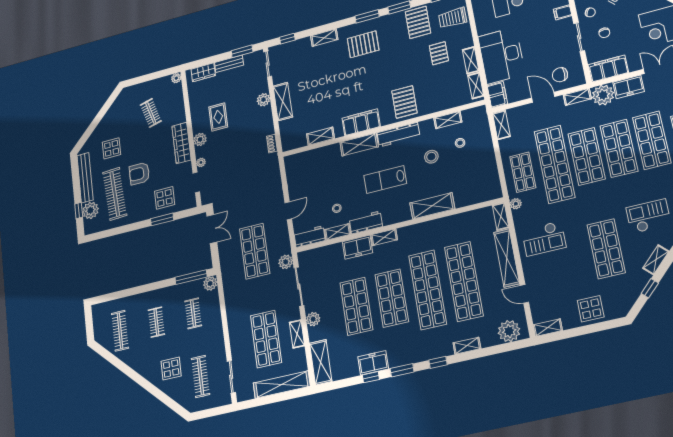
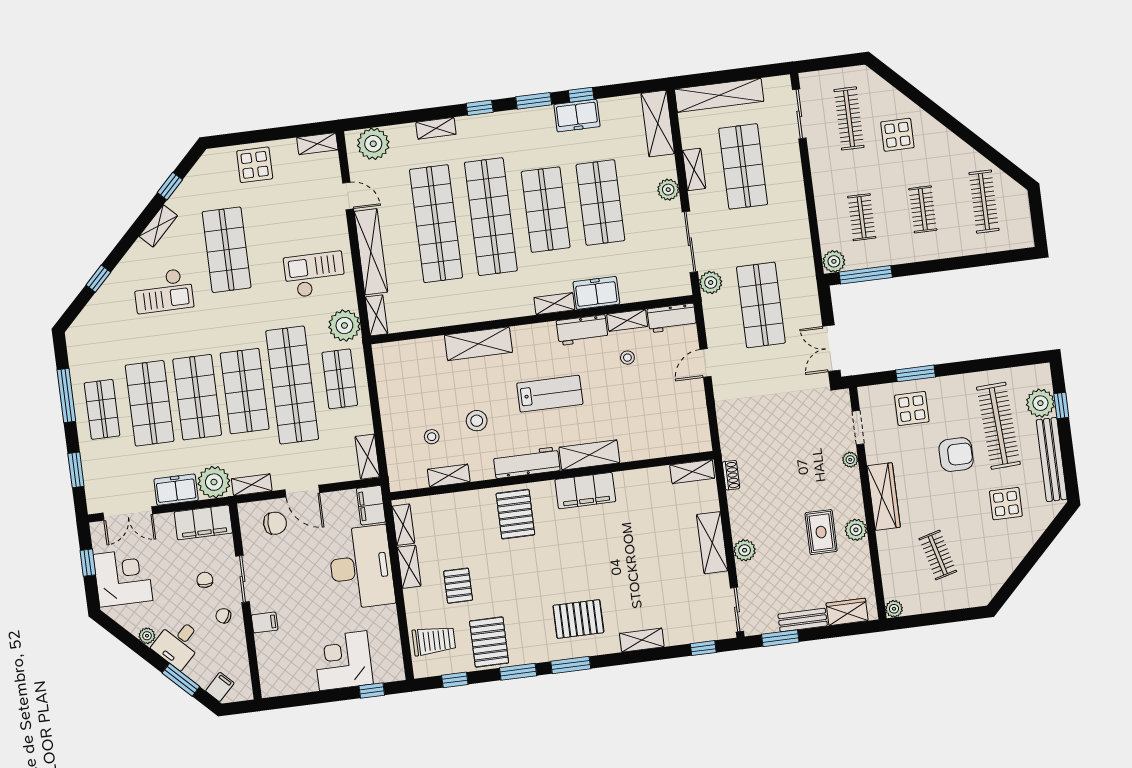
shelving: (321, 136) -> (692, 472), moved
plant: (200, 139) -> (856, 530), moved
plant: (516, 204) -> (344, 325), width x1.87, depth x1.87

